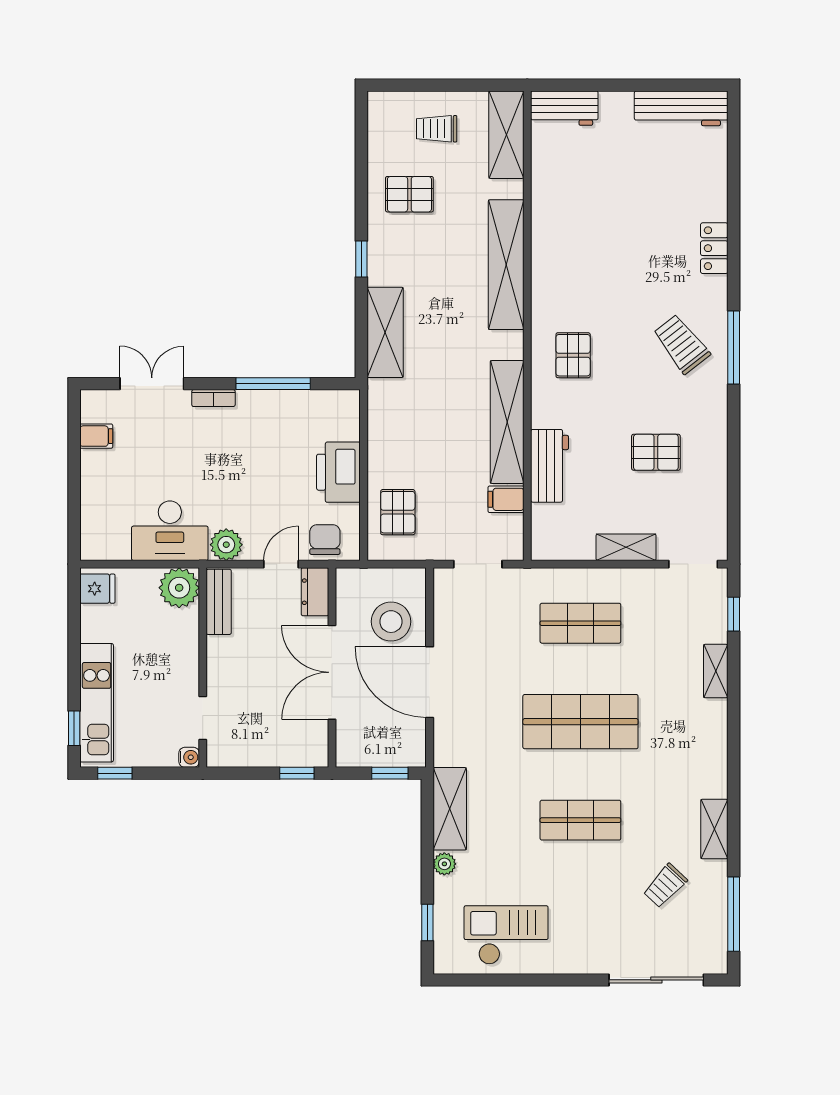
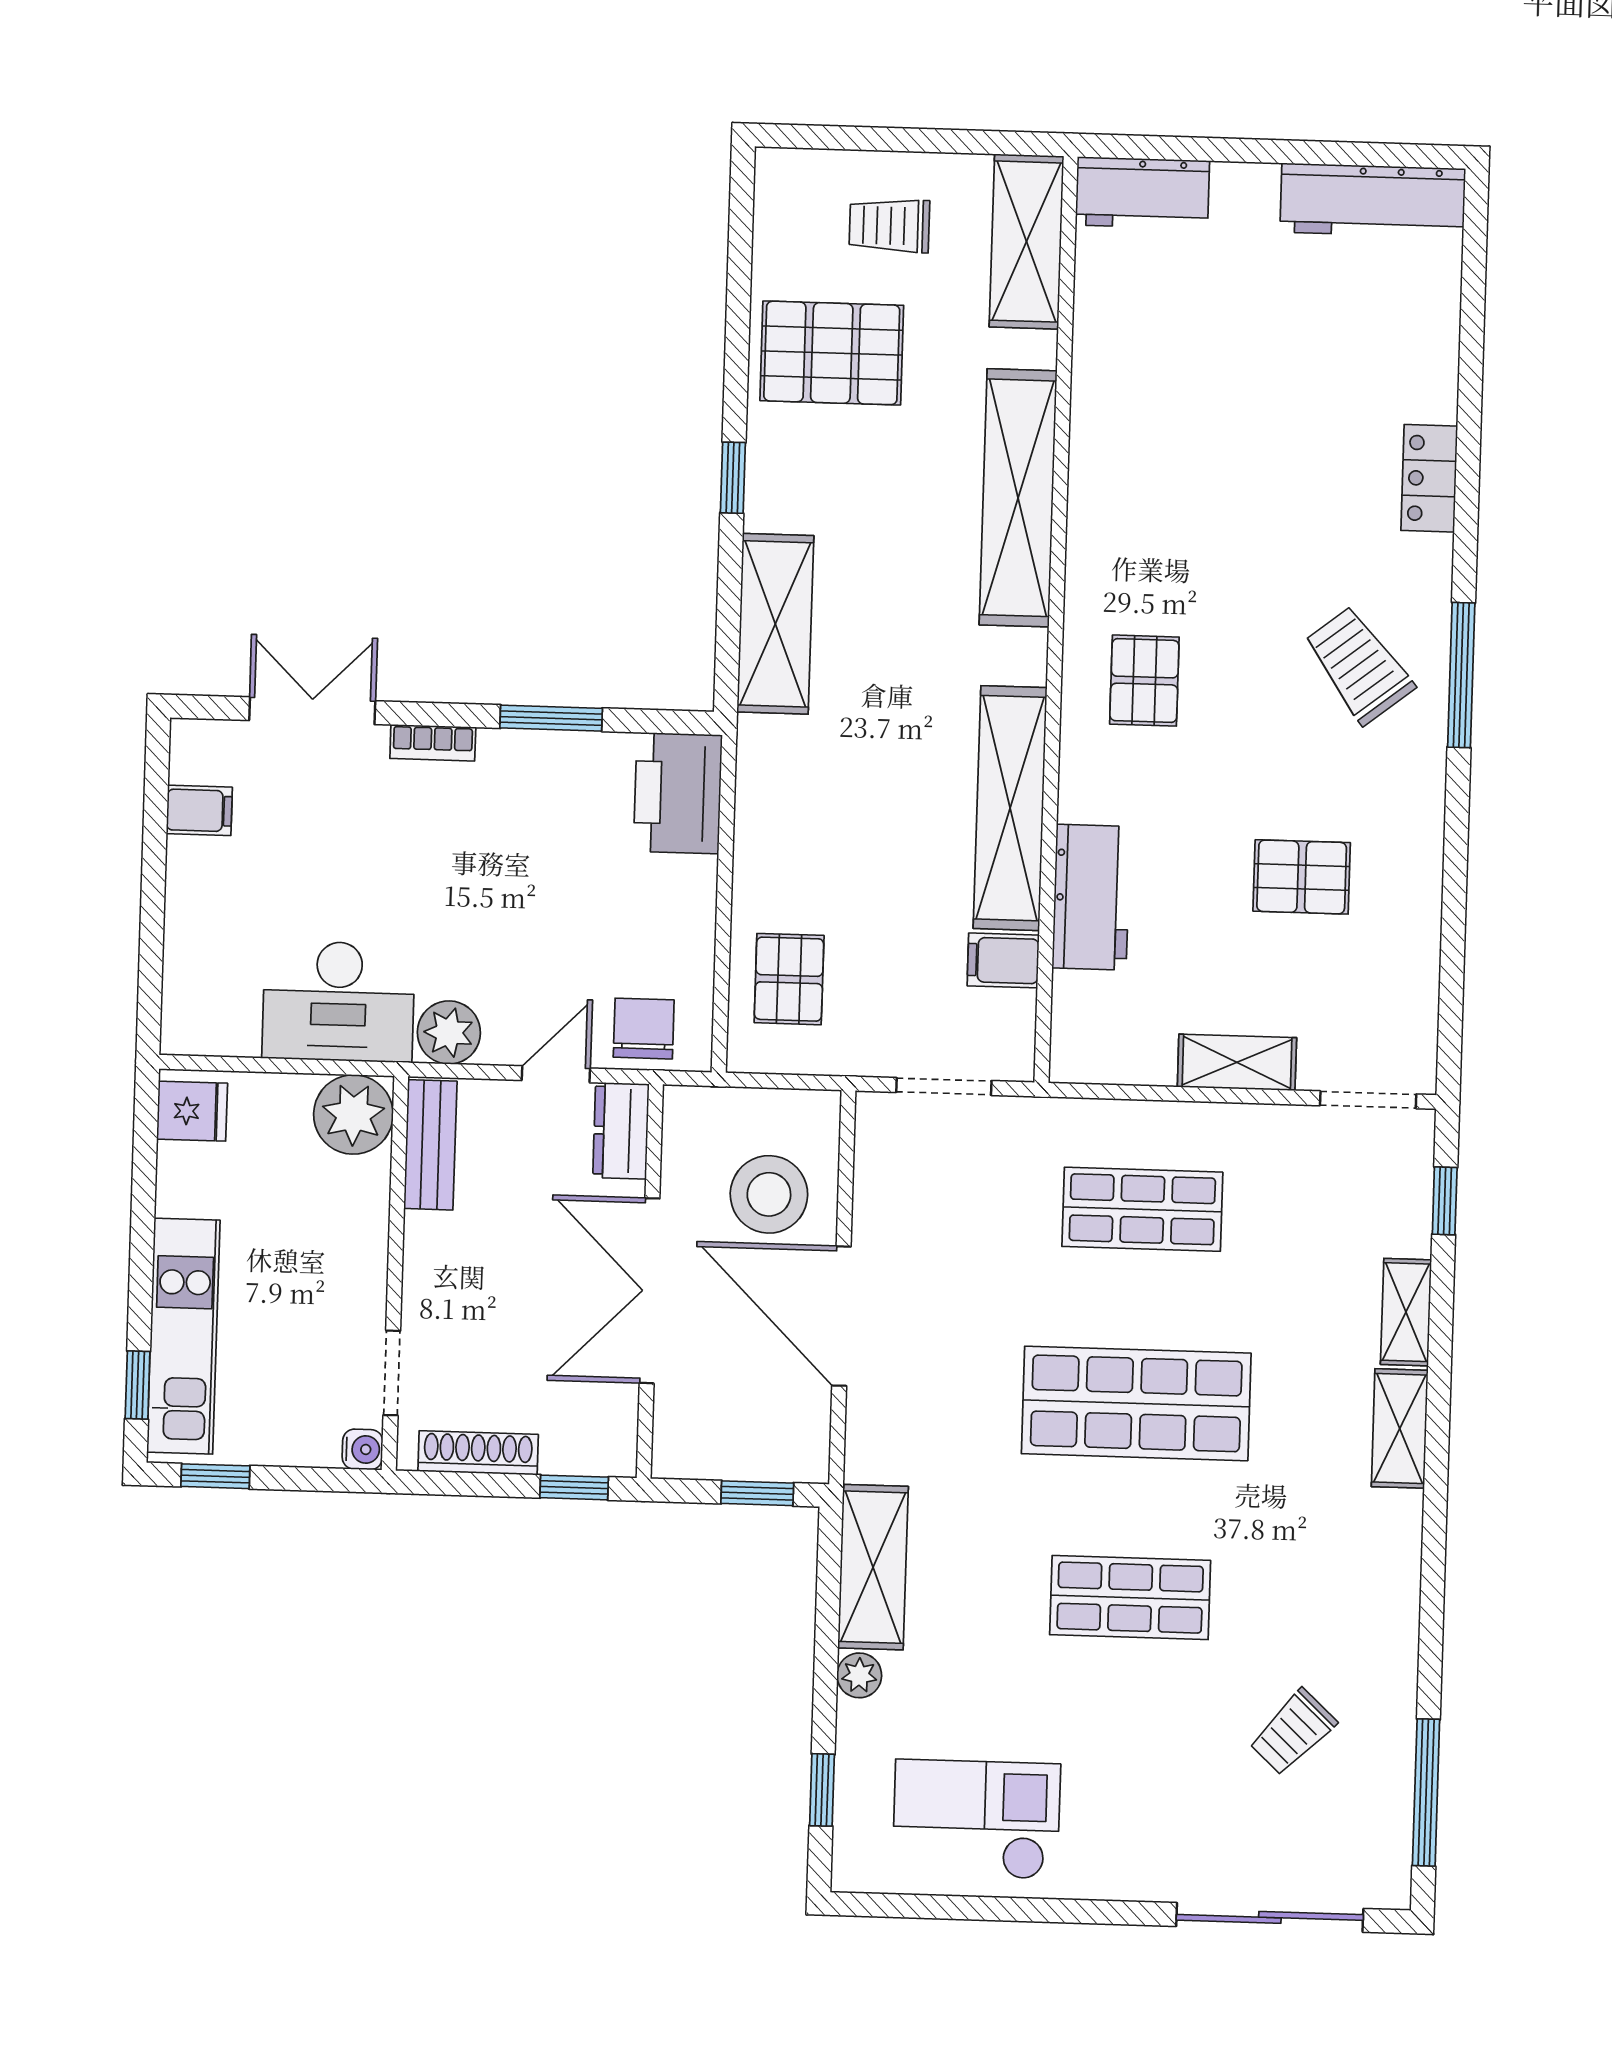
pallet: (409, 194) -> (832, 353), width x1.50, depth x1.42
window: (273, 384) -> (551, 718), width x0.69
printer: (338, 472) -> (678, 793), moved
shoe rack: (248, 757) -> (478, 1453), added
shelving: (714, 829) -> (1400, 1428), moved

